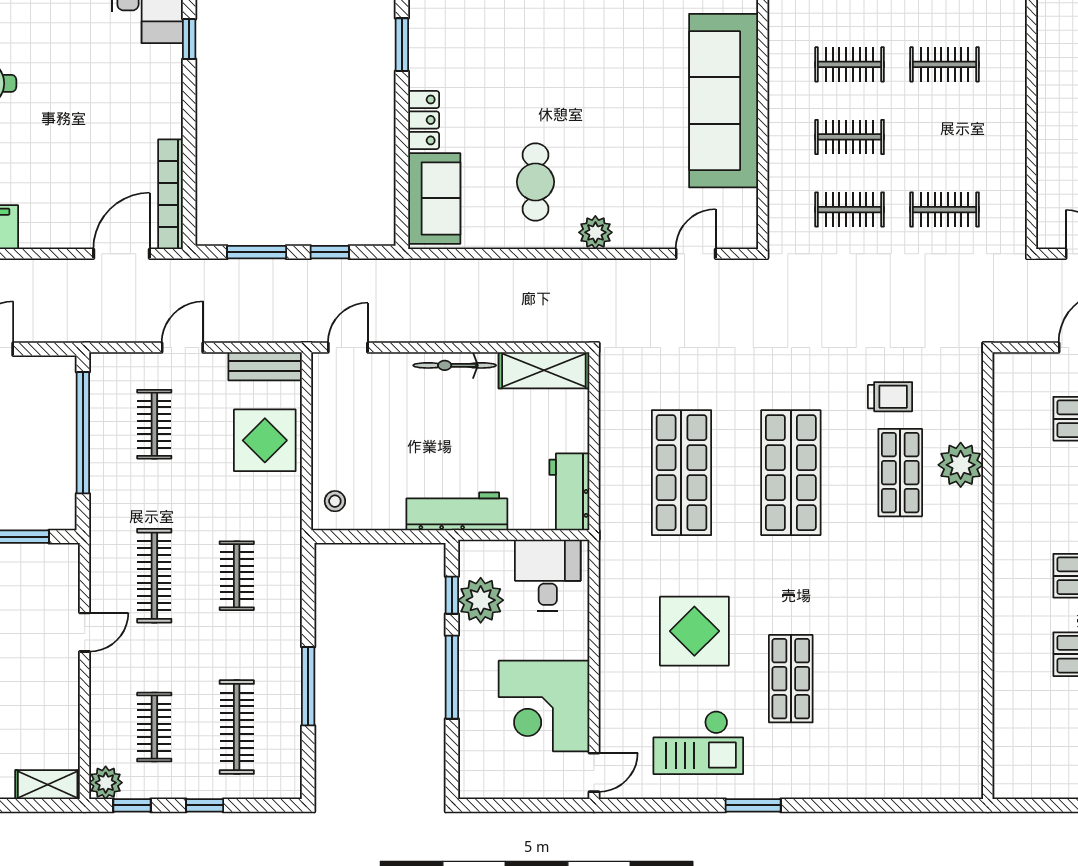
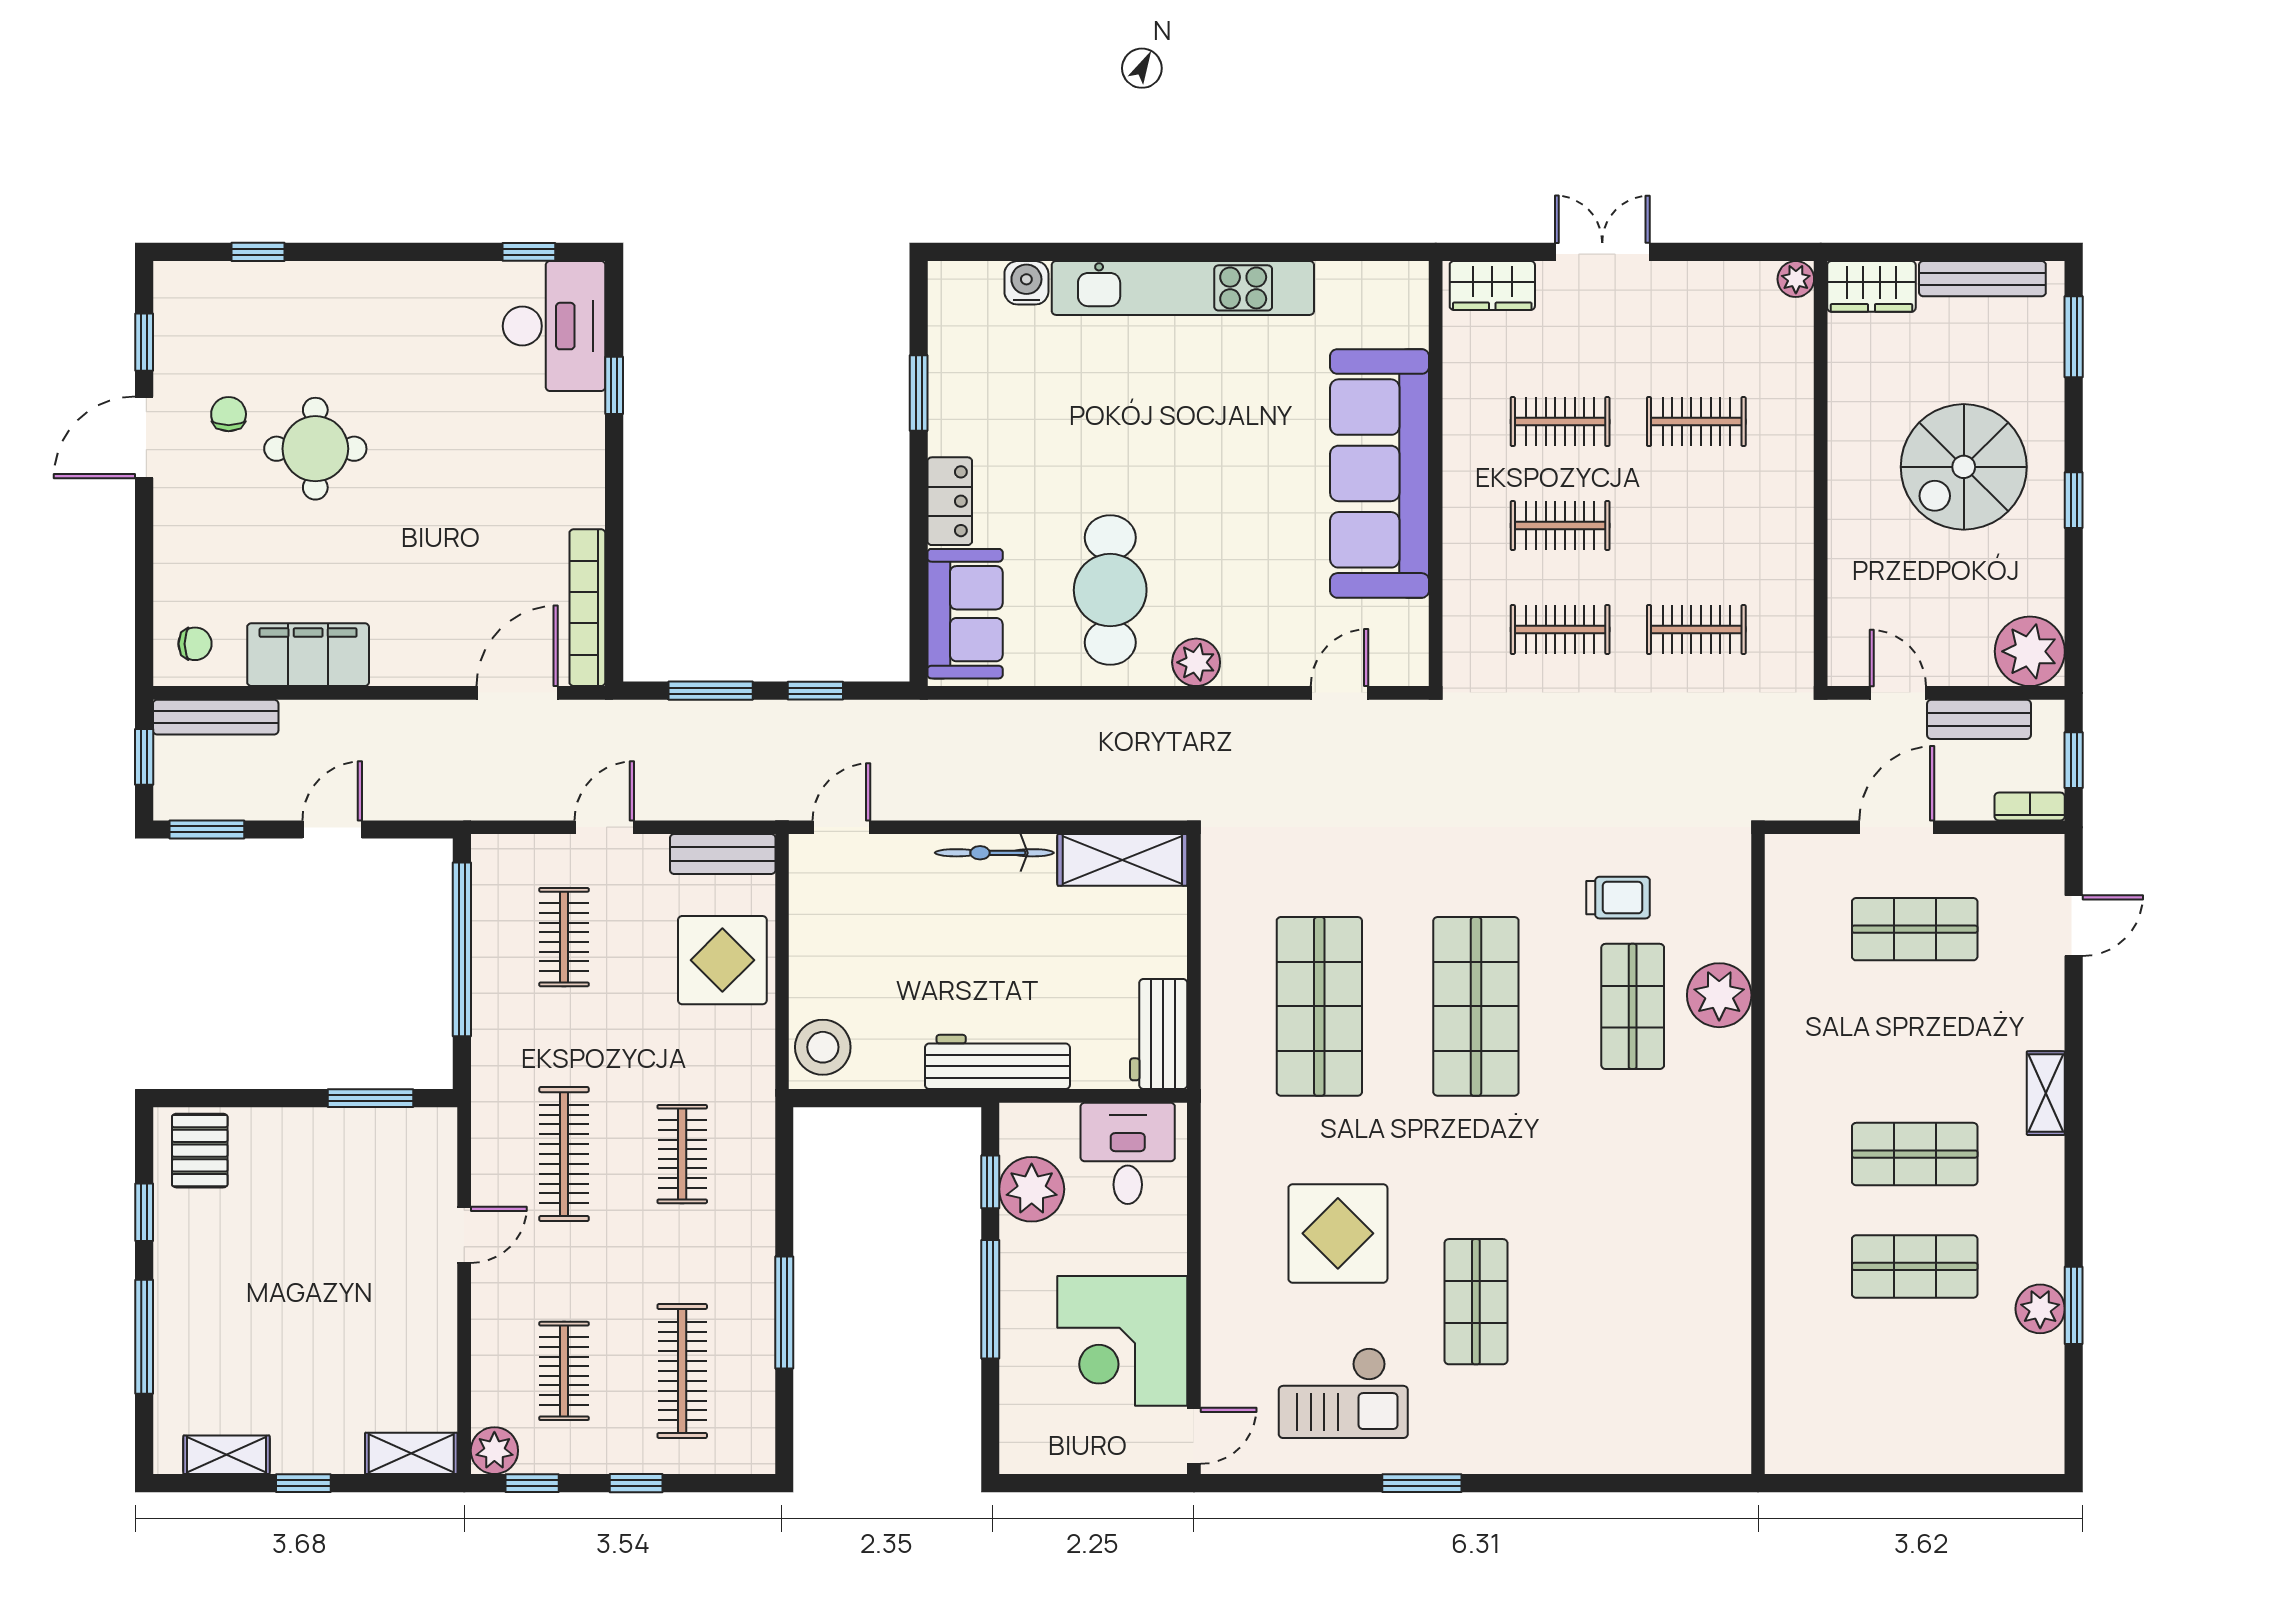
cafe table: (535, 182) -> (1110, 590), width x1.37, depth x1.35
stool: (335, 501) -> (823, 1047), width x1.89, depth x1.89

